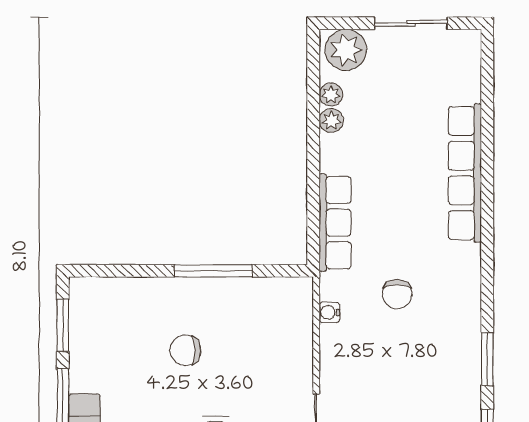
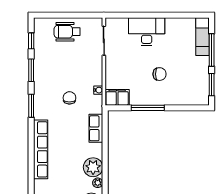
plant: (331, 121) -> (93, 167), width x1.88, depth x1.88
row of seats: (335, 223) -> (96, 128), width x0.68
window: (487, 276) -> (31, 106), added
filing cabinet: (285, 296) -> (117, 97), added

